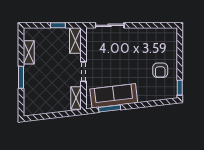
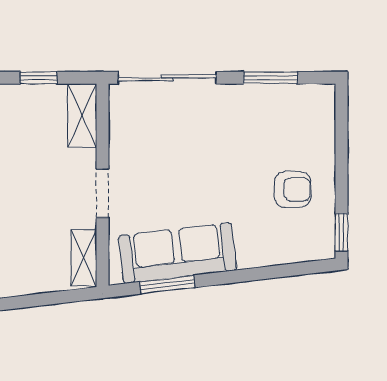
sliding door: (110, 25) -> (167, 78), width x1.37
window: (151, 25) -> (271, 78), added
armchair: (160, 70) -> (293, 189), turned -90

